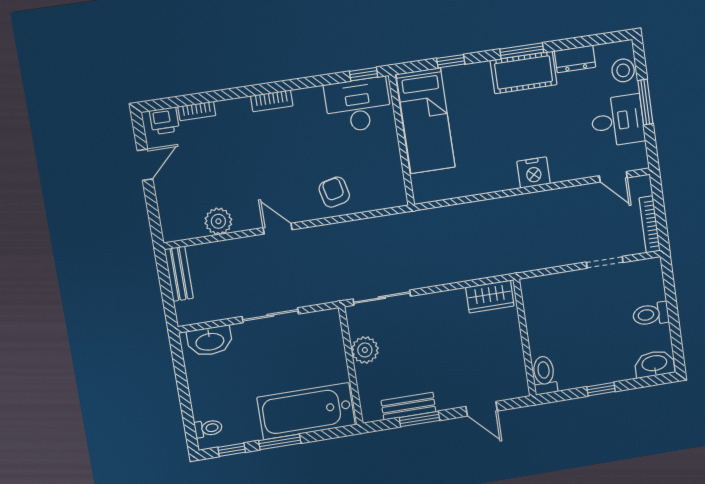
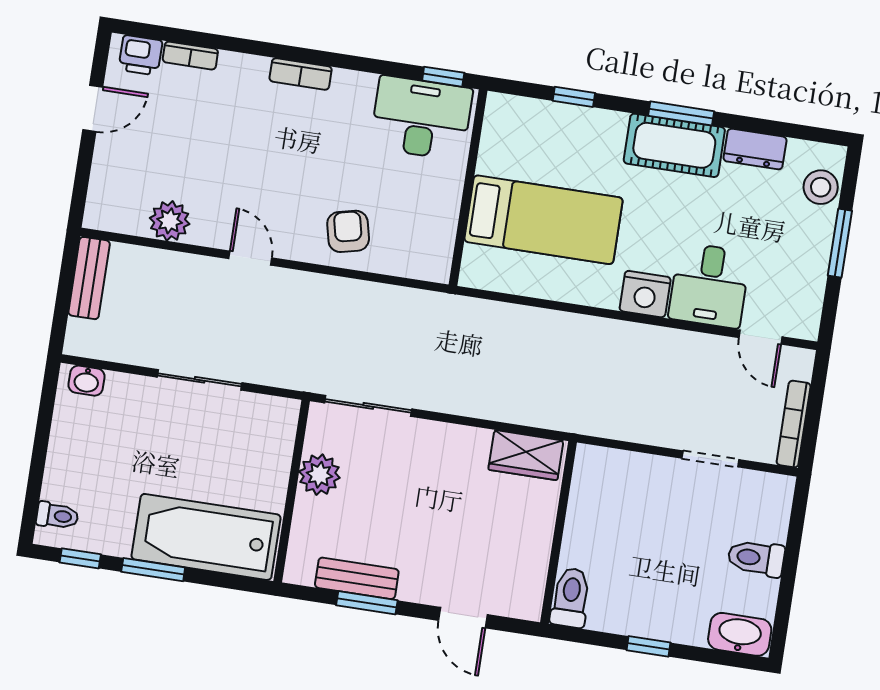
bed: (426, 121) -> (543, 220), moved, turned -90
desk: (618, 121) -> (709, 285), moved, turned 90
washbasin: (210, 341) -> (86, 381), width x0.52, depth x0.69

